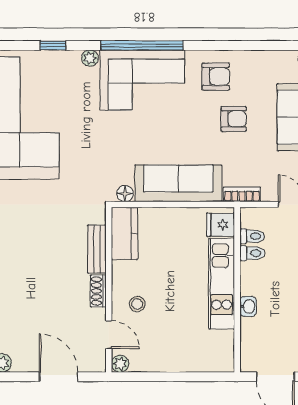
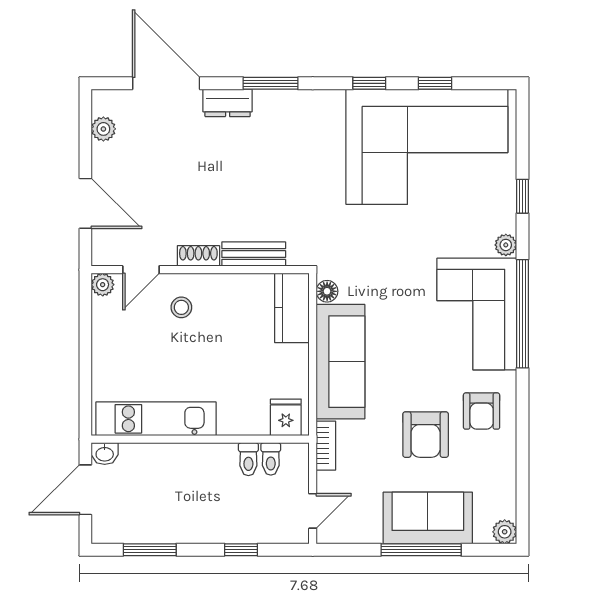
armchair: (234, 119) -> (426, 435), width x1.38, depth x1.38
kitchen counter: (124, 233) -> (292, 308), moved, turned 90
kitchen unit: (222, 284) -> (156, 419), moved
washbasin: (248, 306) -> (105, 454), moved
door: (58, 377) -> (85, 203), hinge flipped

